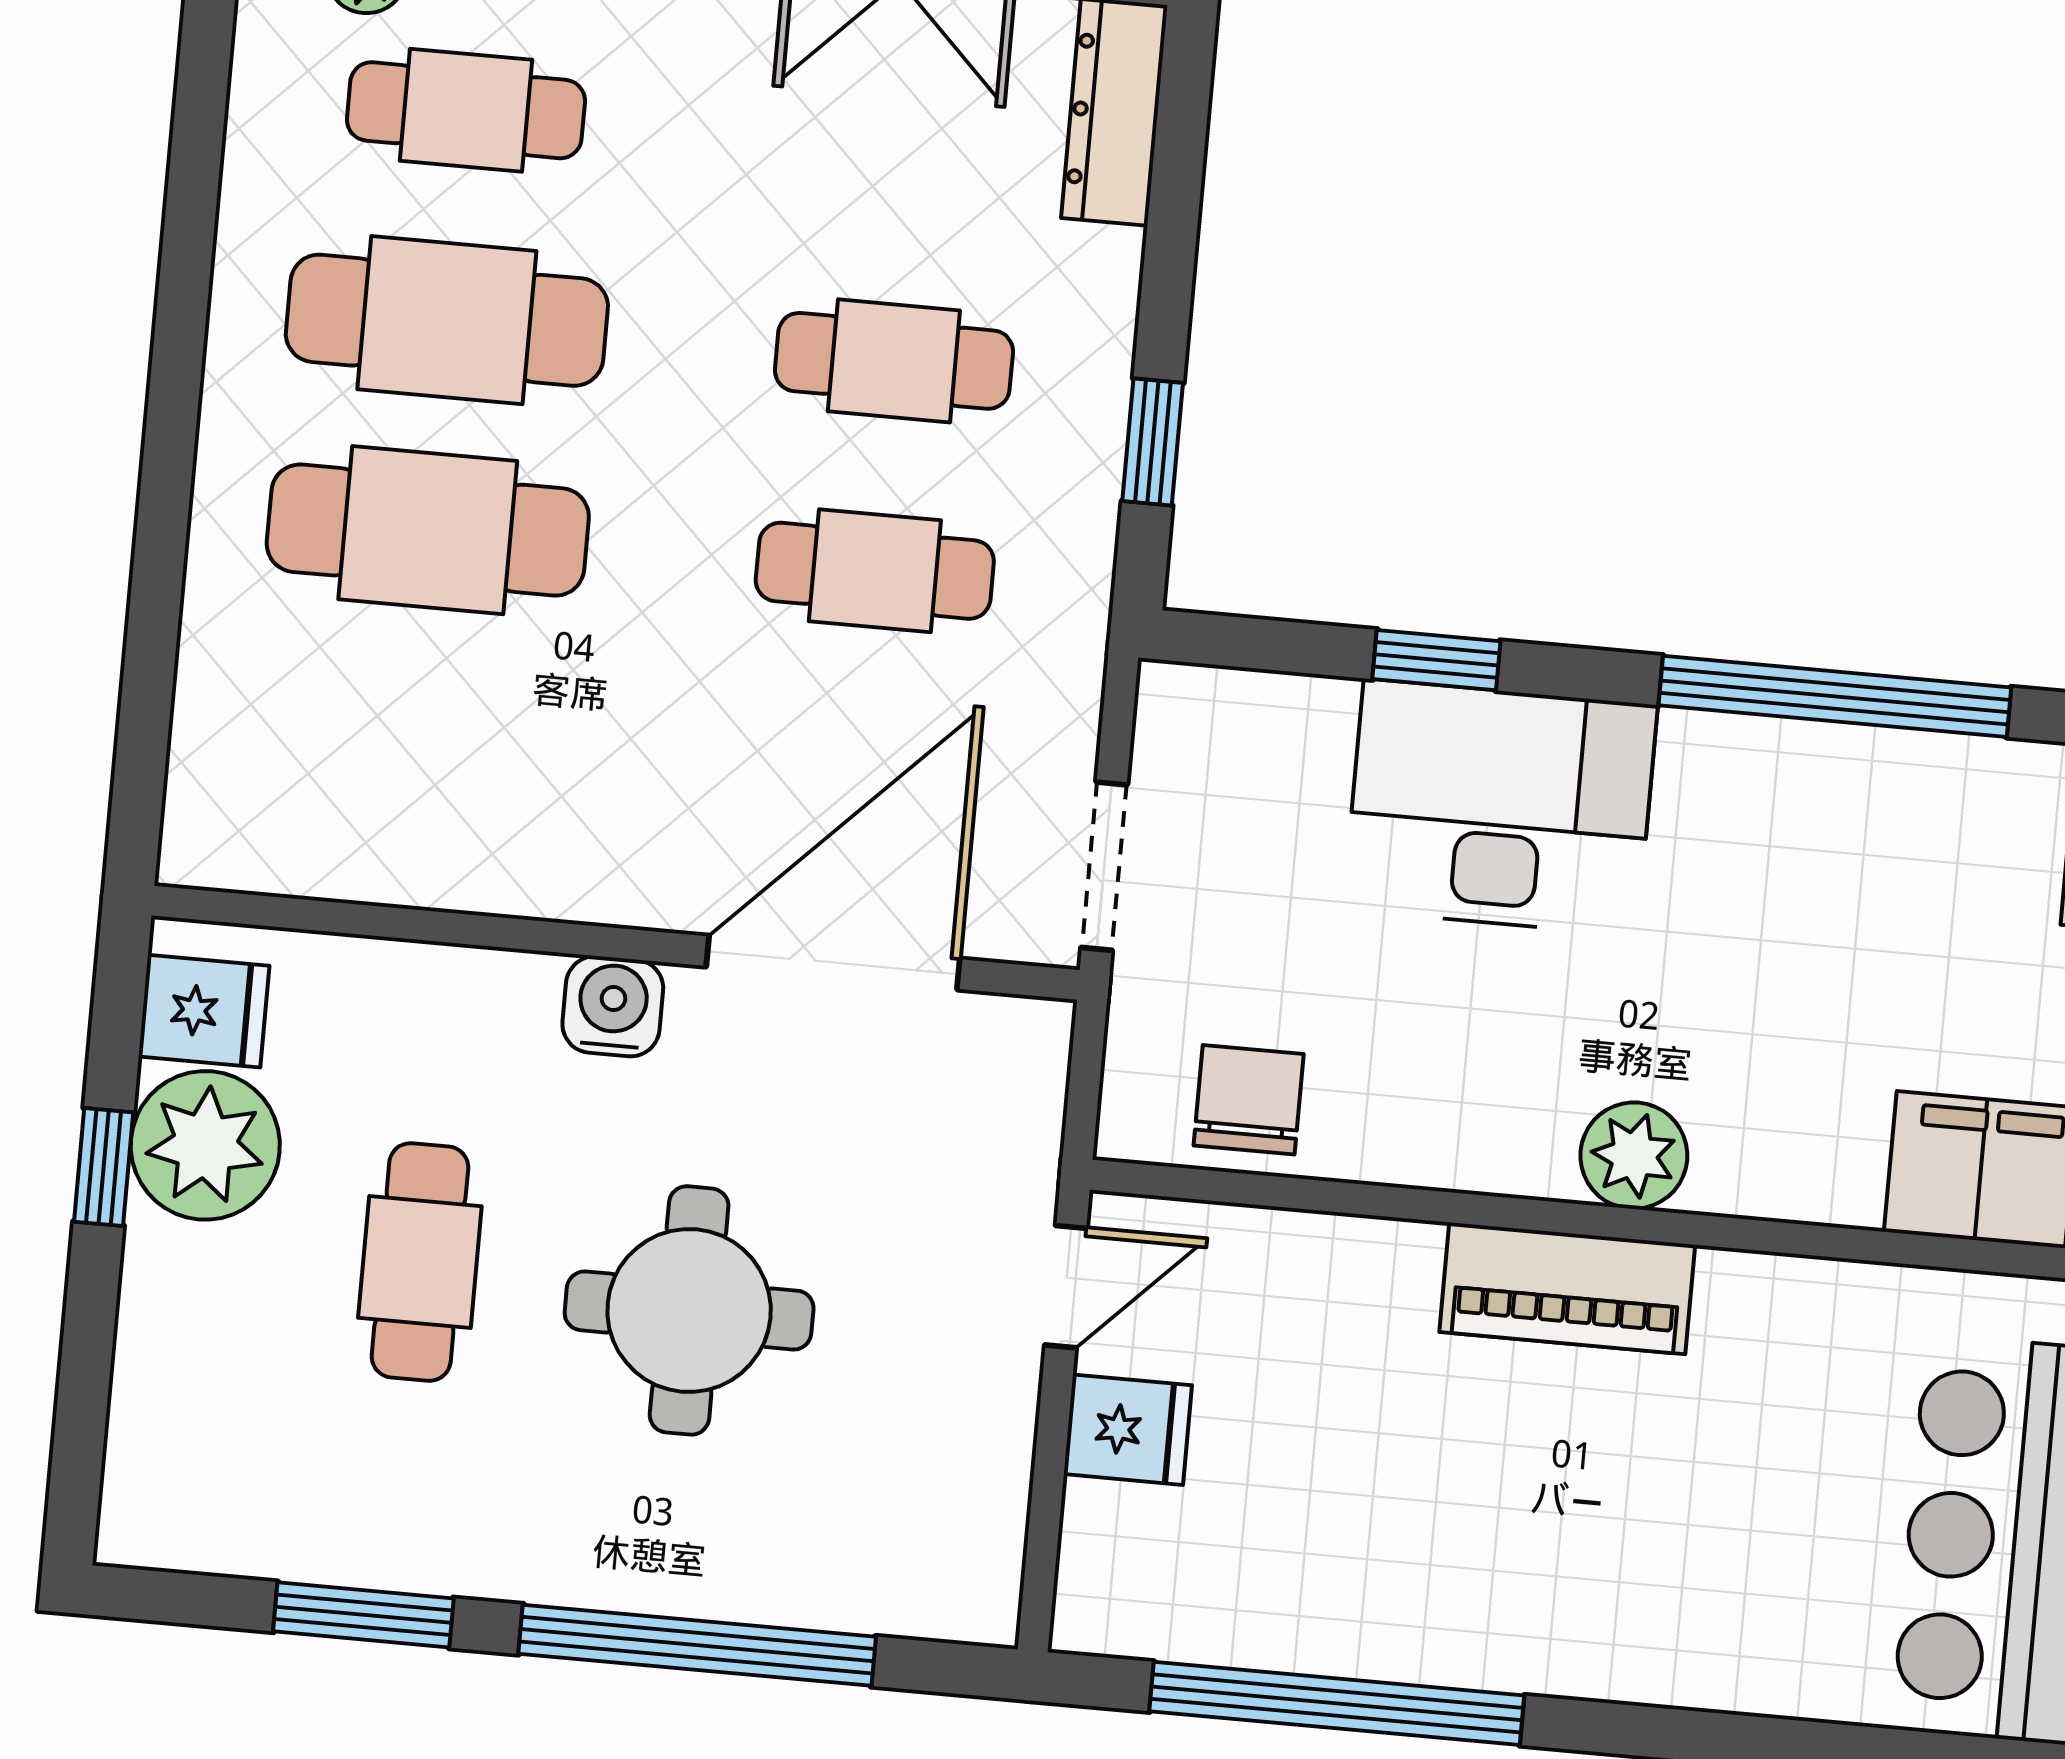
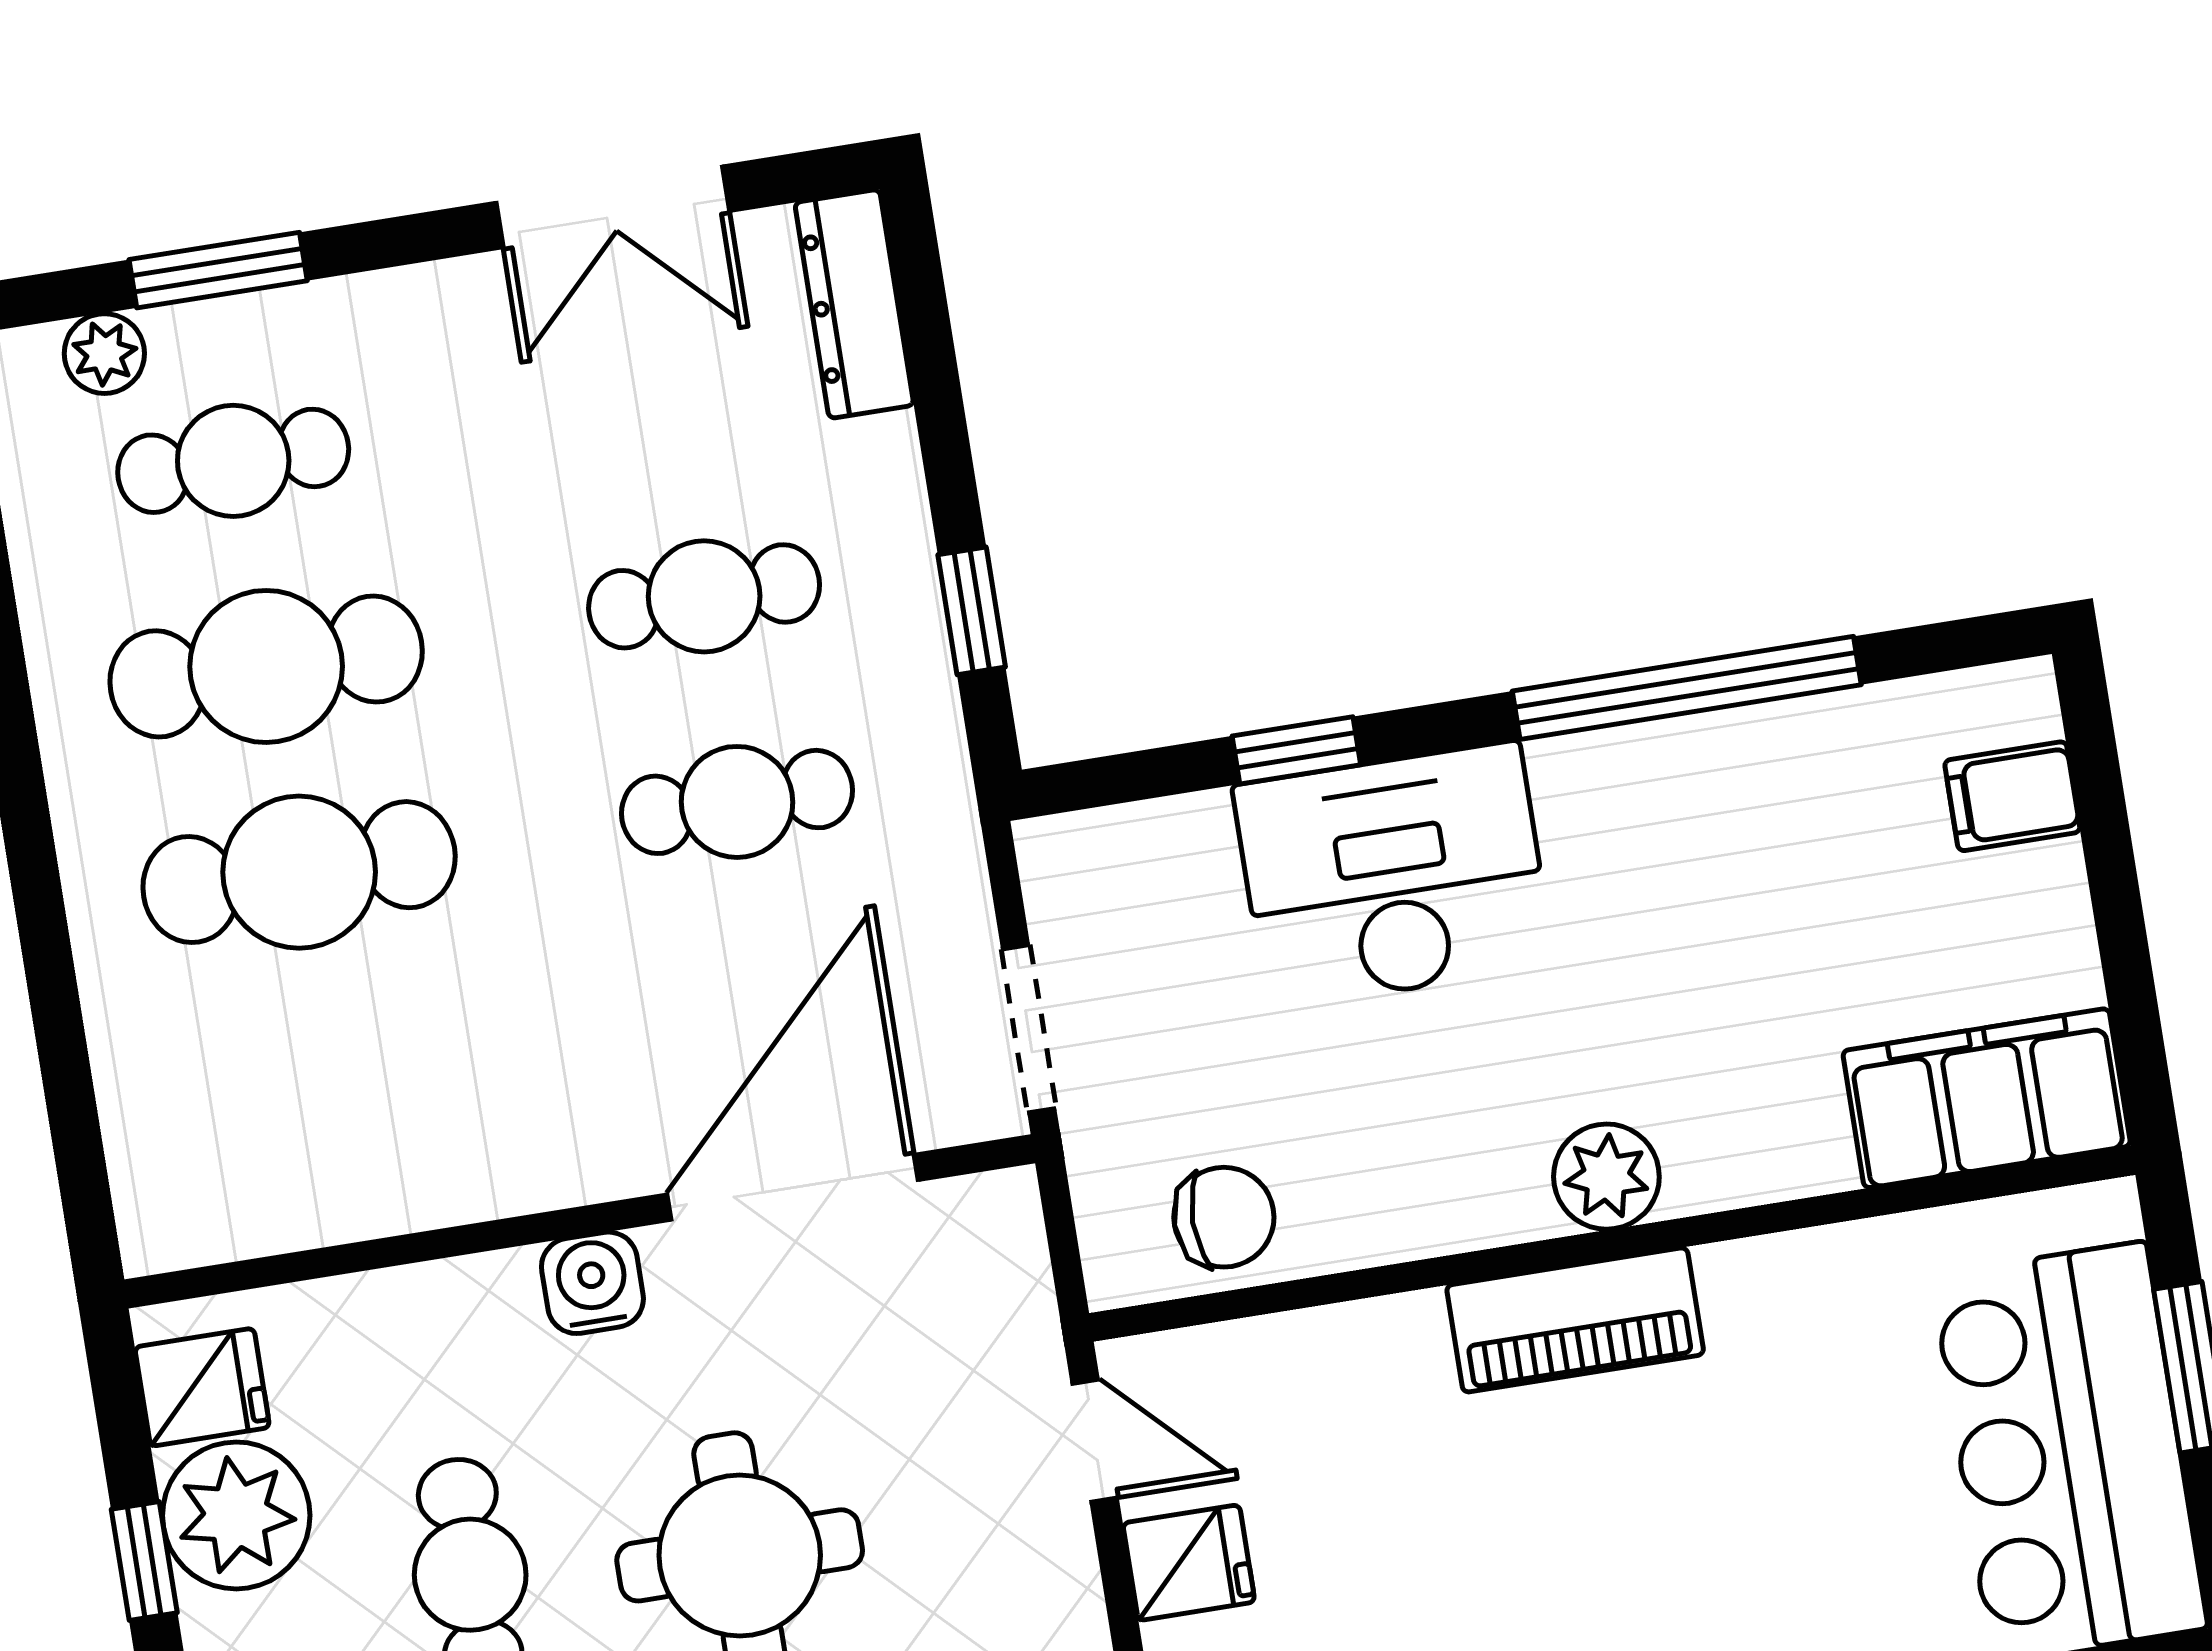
chair: (1249, 1100) -> (1224, 1217), turned 90
door: (1066, 1287) -> (1095, 1441), hinge flipped

